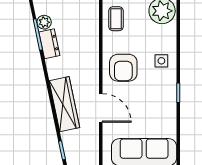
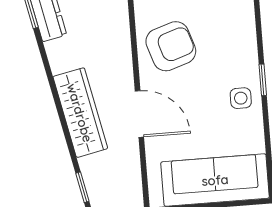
side table: (161, 61) -> (241, 98), moved
armchair: (123, 68) -> (171, 46), turned -108

